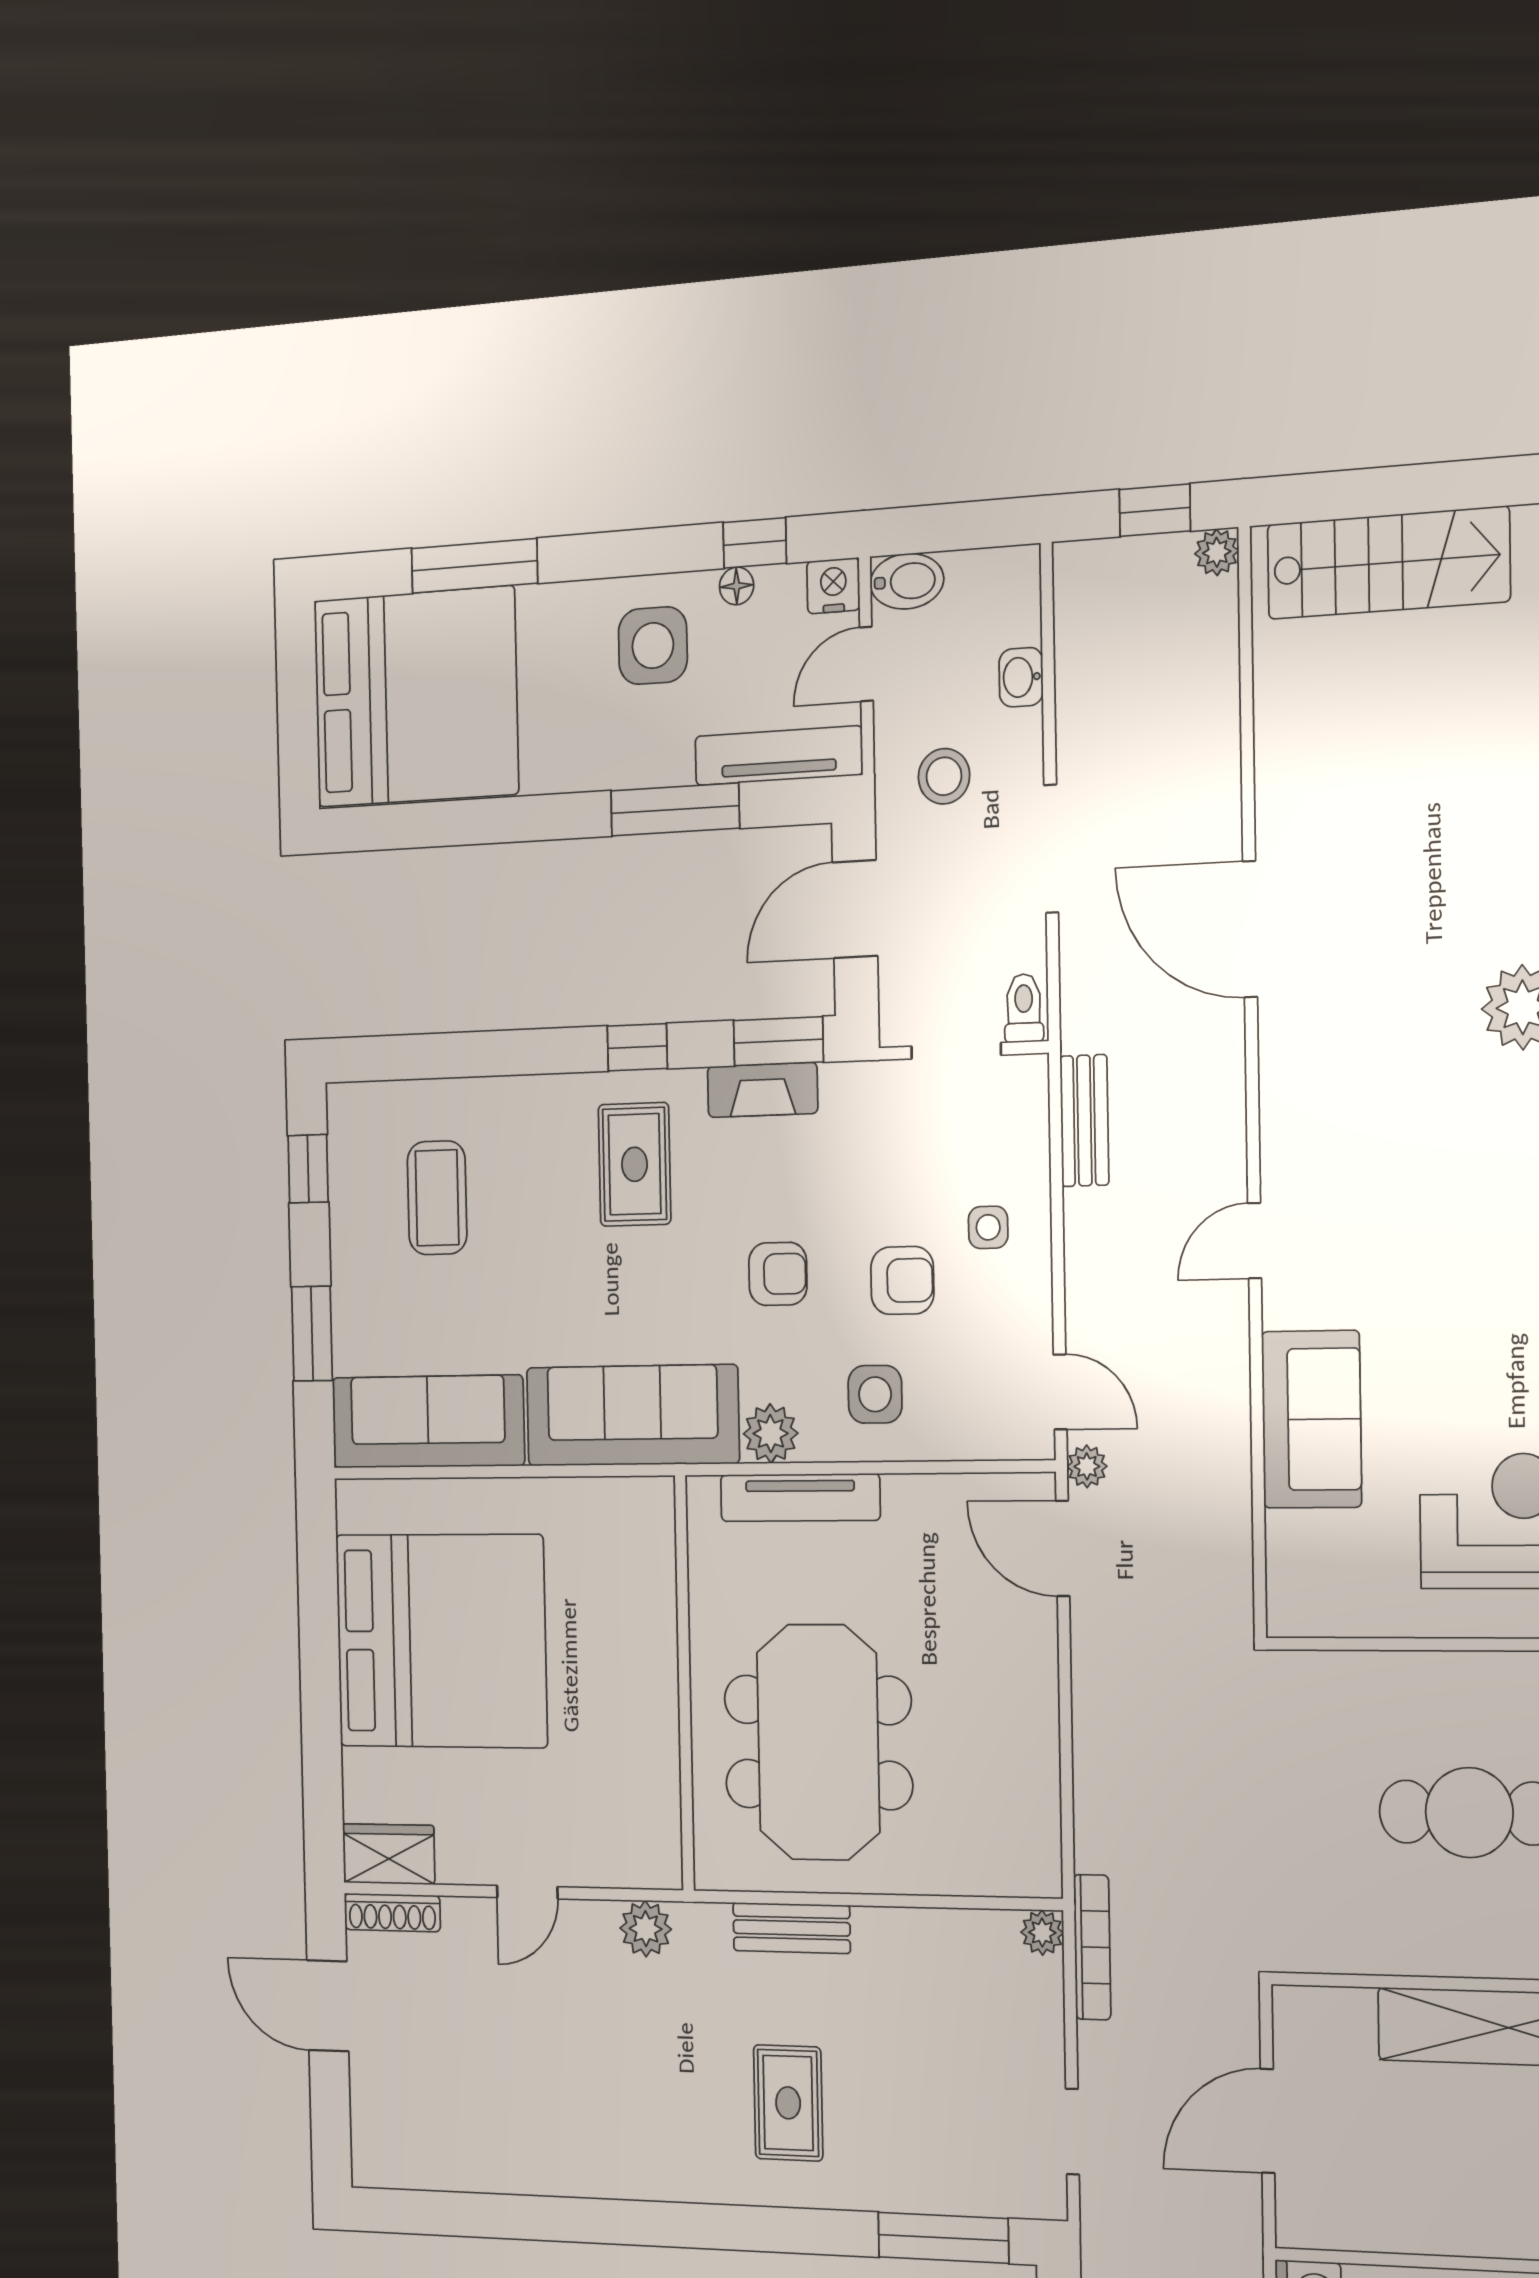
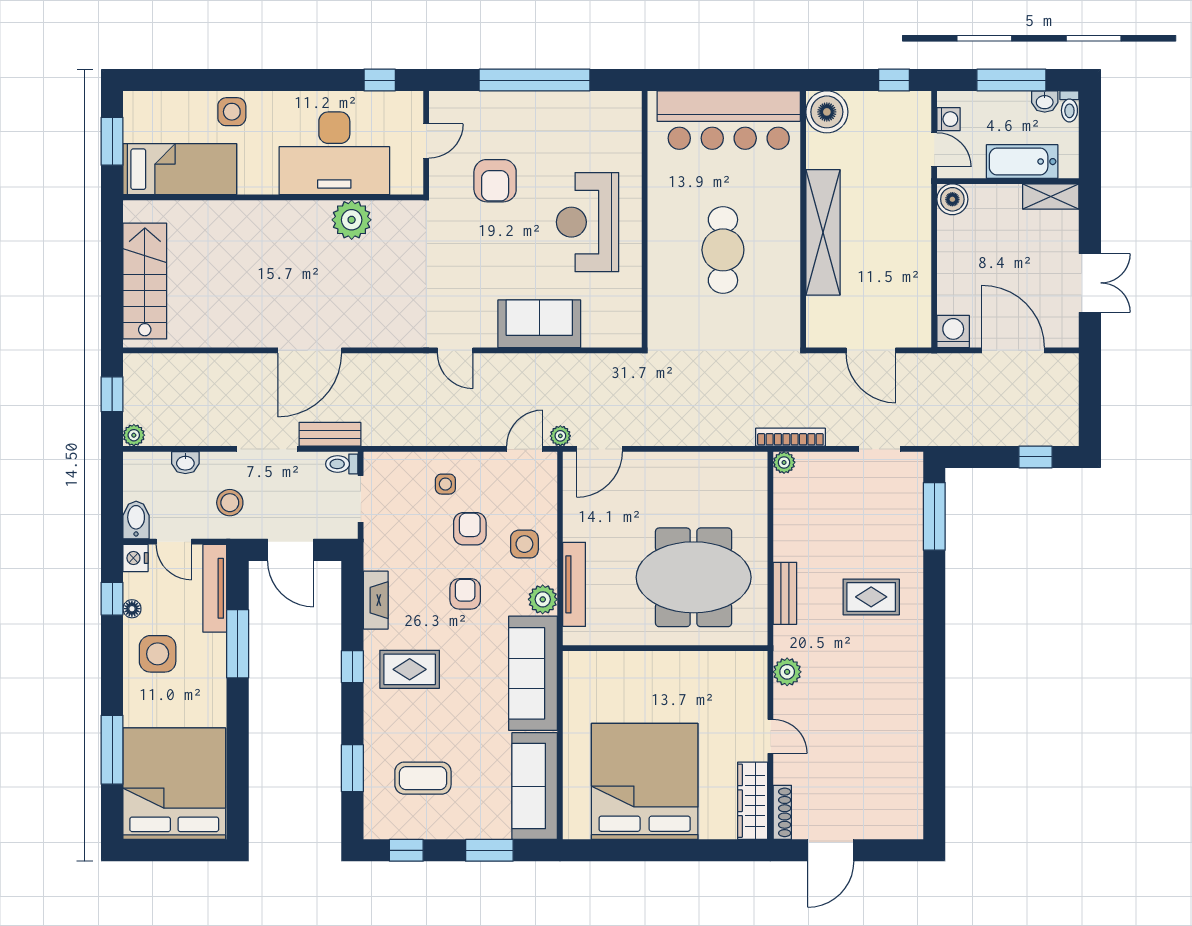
plant: (1217, 552) -> (134, 435), moved
window: (778, 1041) -> (352, 768), moved
bench: (1084, 1121) -> (330, 434), moved
wardrobe: (389, 1854) -> (753, 801), width x1.50

